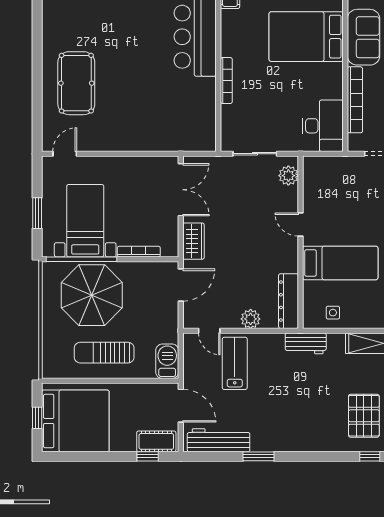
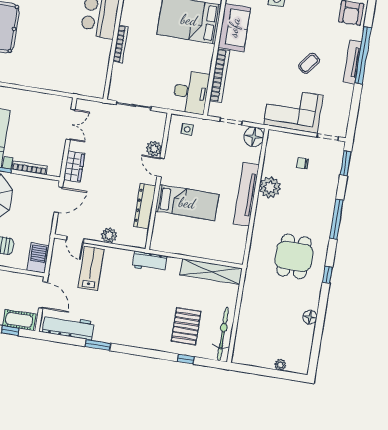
plant: (288, 176) -> (154, 149), moved
double door: (181, 190) -> (71, 124), width x0.73
dresser: (289, 301) -> (145, 206), moved
side table: (333, 313) -> (187, 129), moved

